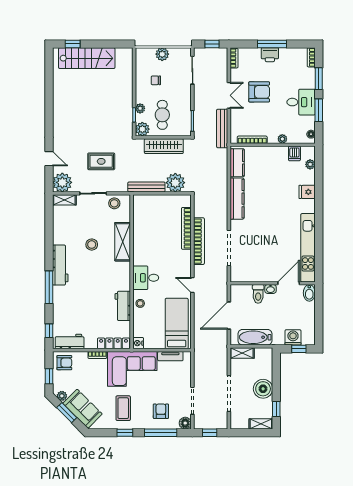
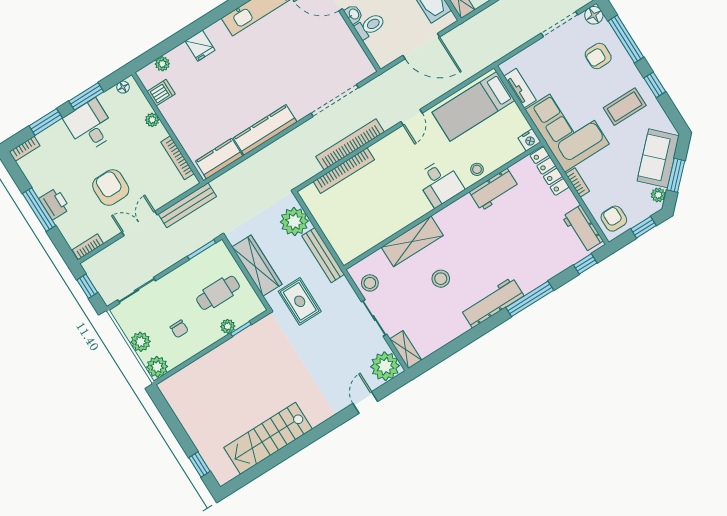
stairs: (87, 58) -> (268, 438), moved, turned -90
plant: (142, 129) -> (157, 367), moved
rug: (101, 161) -> (300, 301), moved

